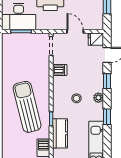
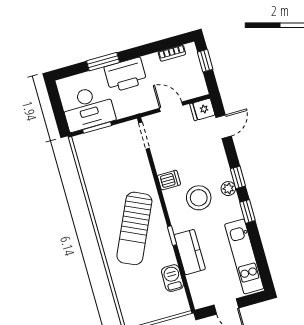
dishwasher: (60, 70) -> (169, 180), moved
window: (107, 81) -> (238, 177), moved
stool: (76, 98) -> (199, 198), width x1.89, depth x1.89
sun lounger: (27, 107) -> (134, 228), turned -141

